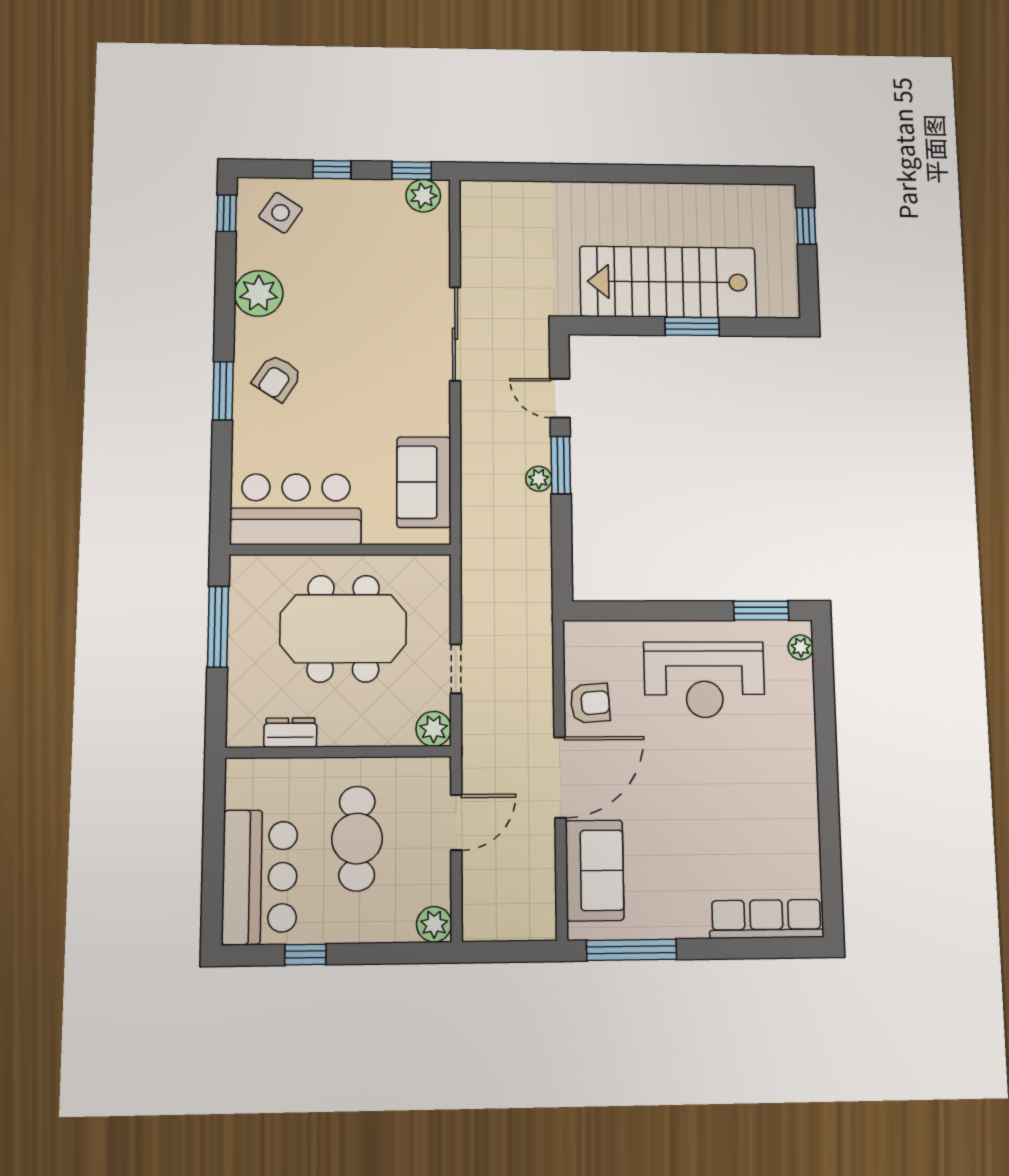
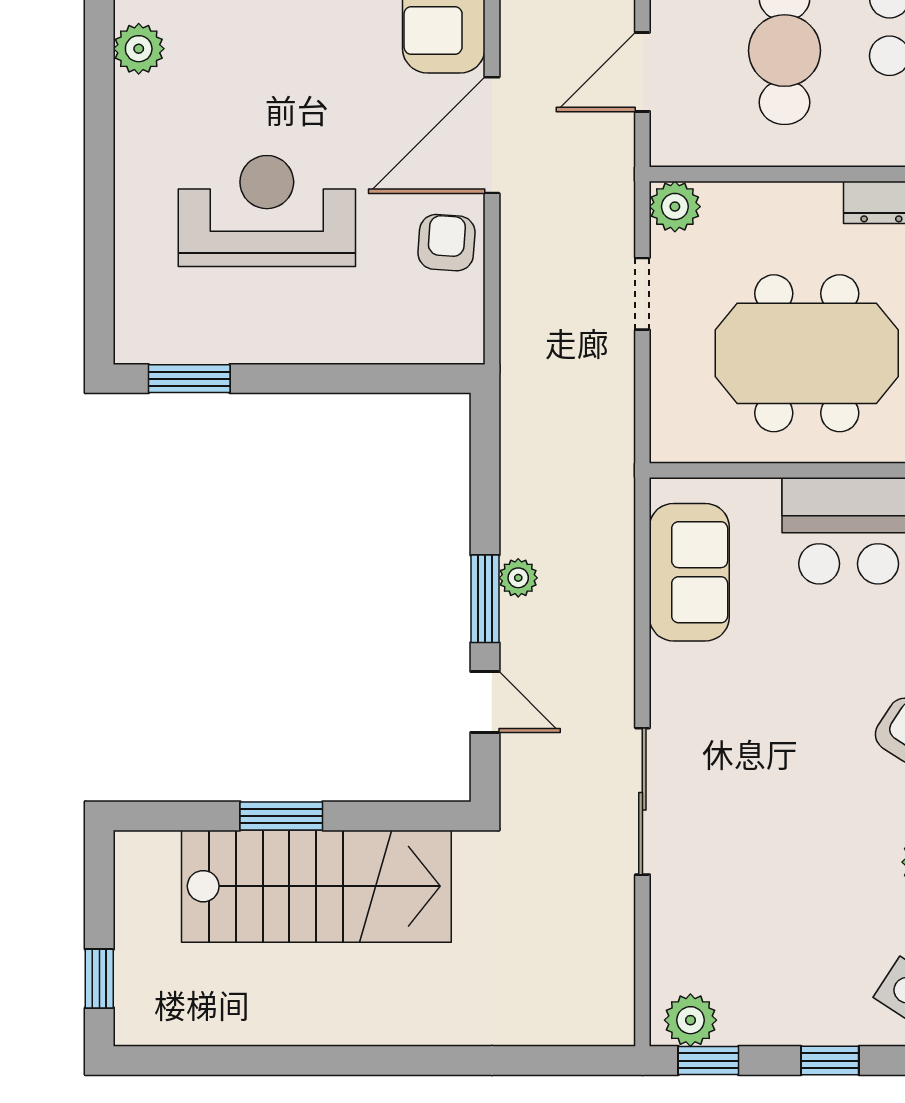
plant: (801, 647) -> (139, 49), moved, width x1.38, depth x1.38
reception desk: (704, 680) -> (267, 211), moved
armchair: (590, 703) -> (446, 243), turned 98

